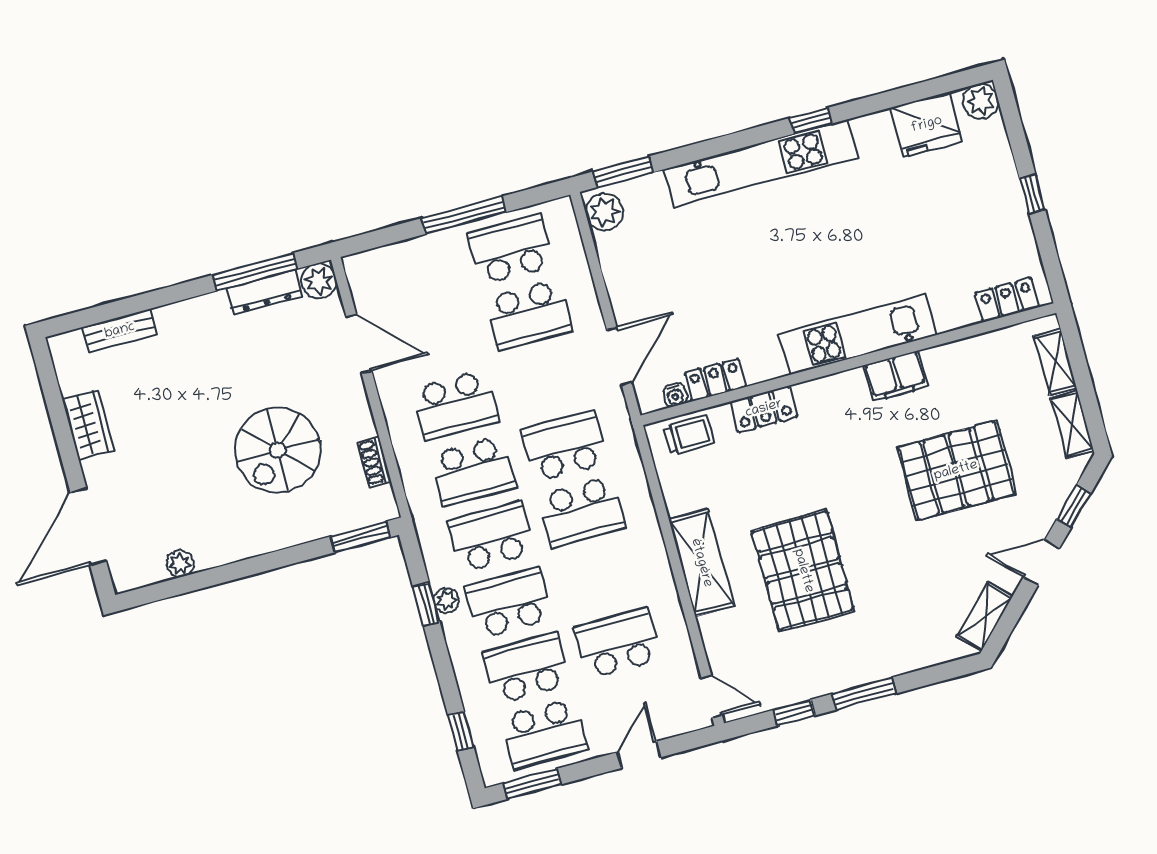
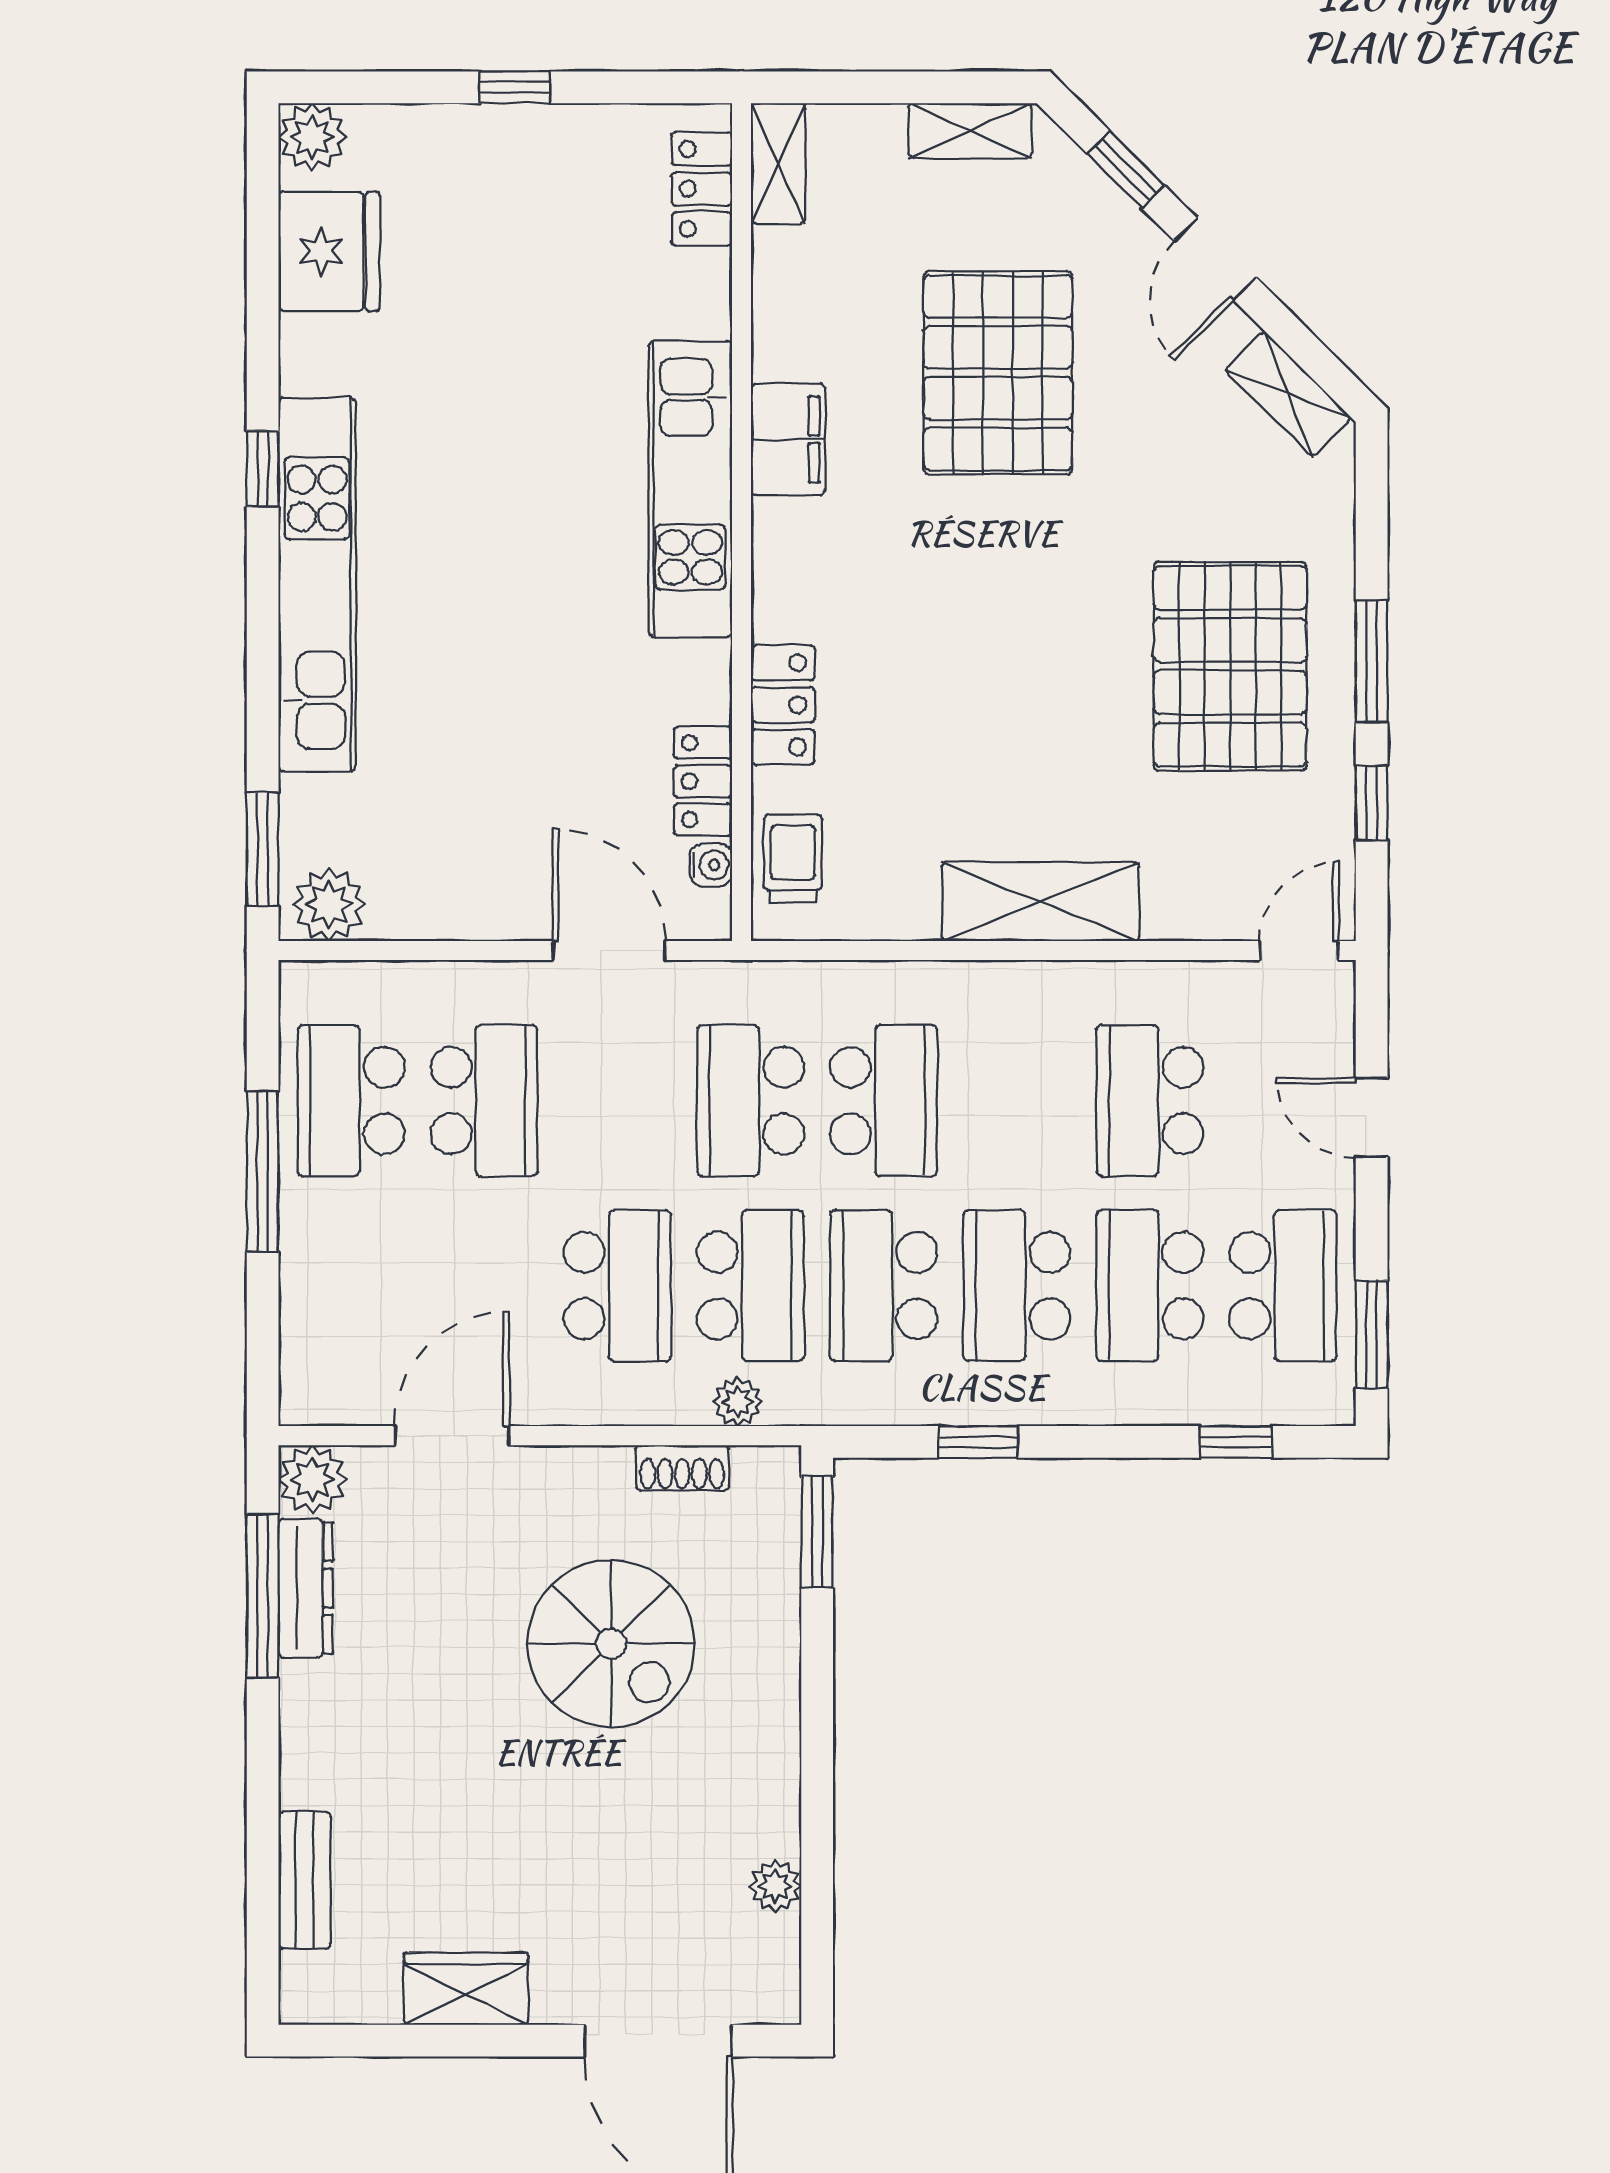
shelving: (1055, 362) -> (778, 163), moved, turned 90
pallet: (803, 571) -> (1230, 666), moved, turned 90
plant: (447, 600) -> (738, 1402), moved

